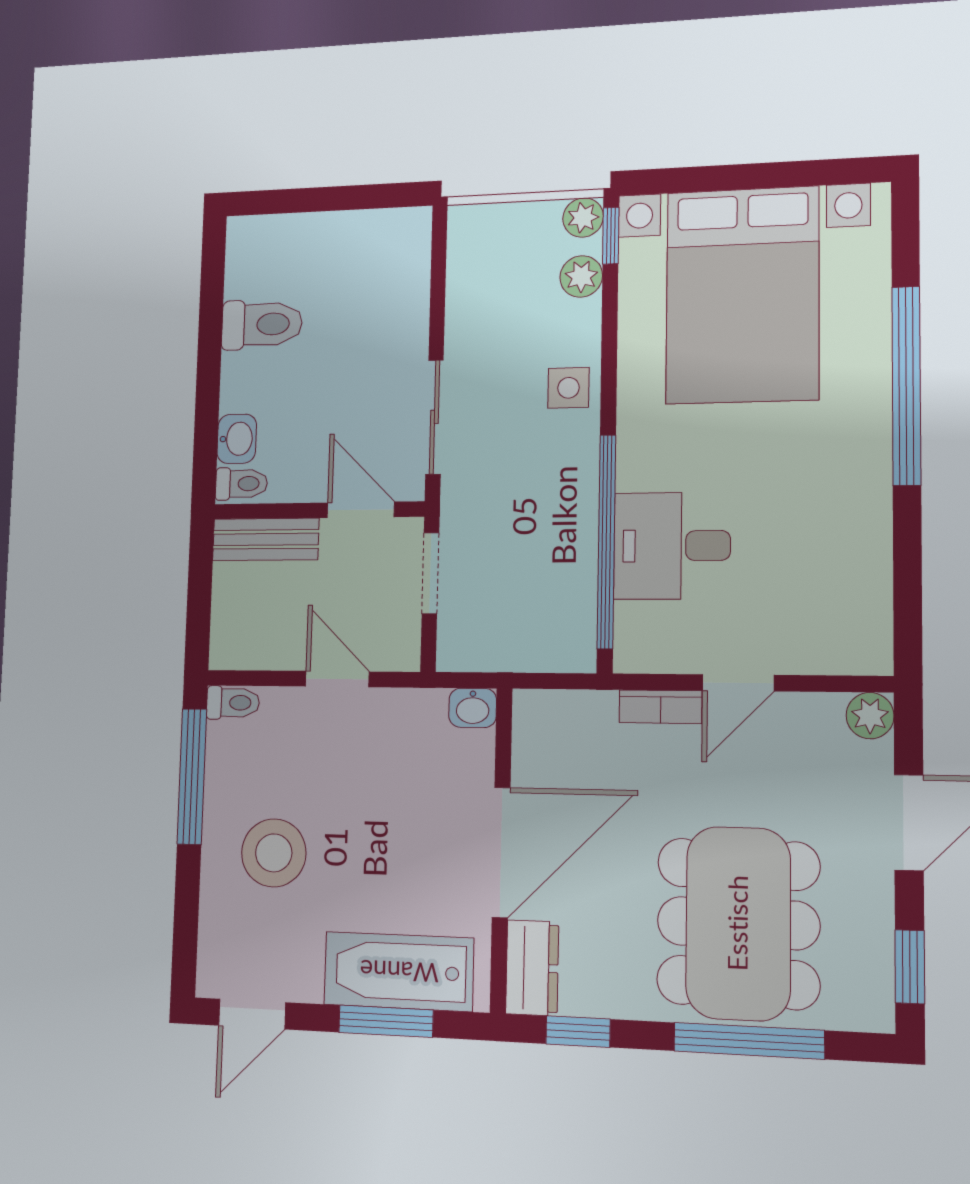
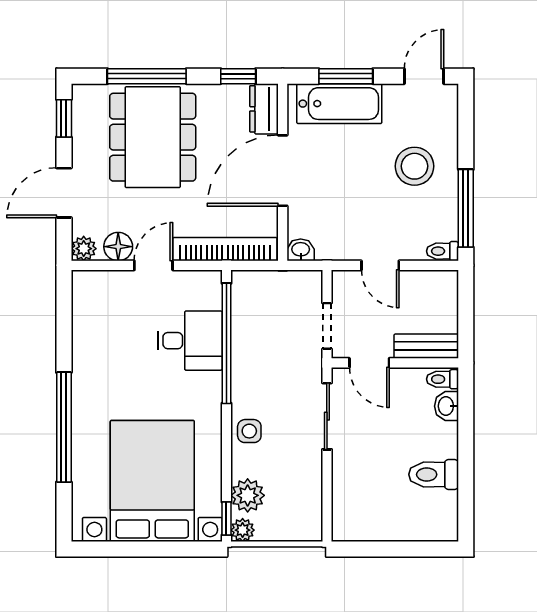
plant: (581, 276) -> (248, 495), width x1.38, depth x1.38
bookcase: (660, 707) -> (225, 249), width x2.31, depth x1.31
floor lamp: (804, 718) -> (118, 247), added

